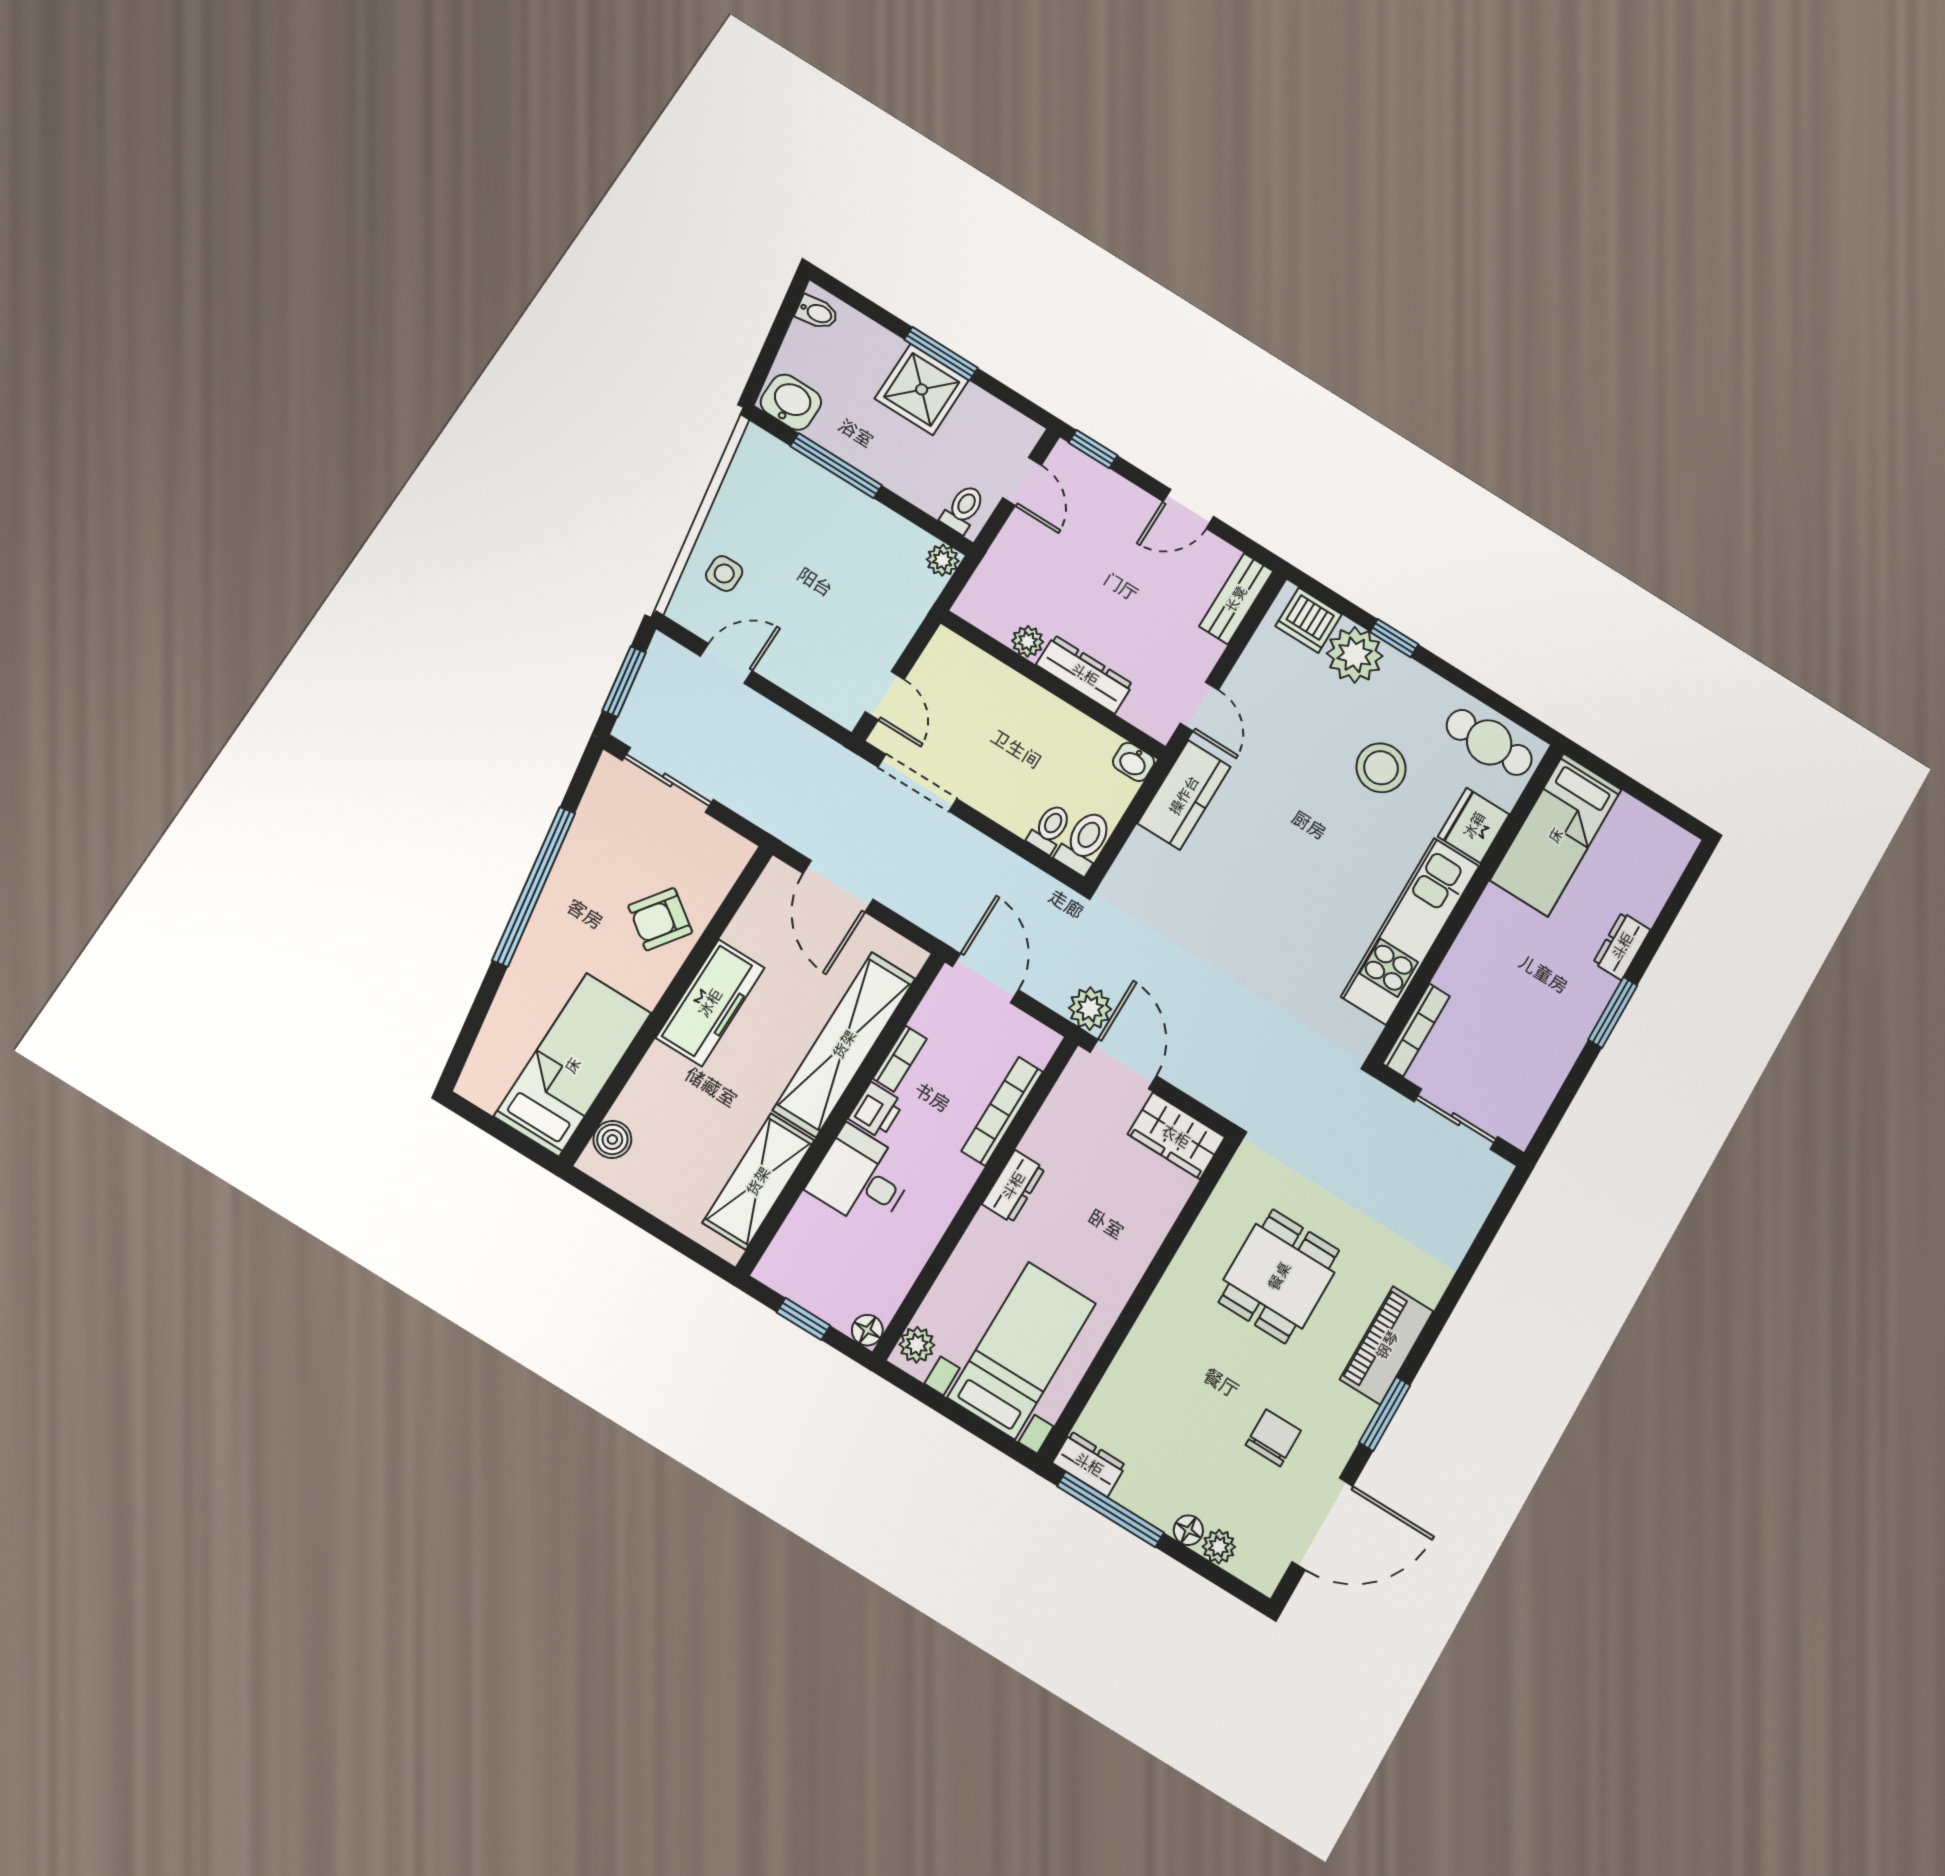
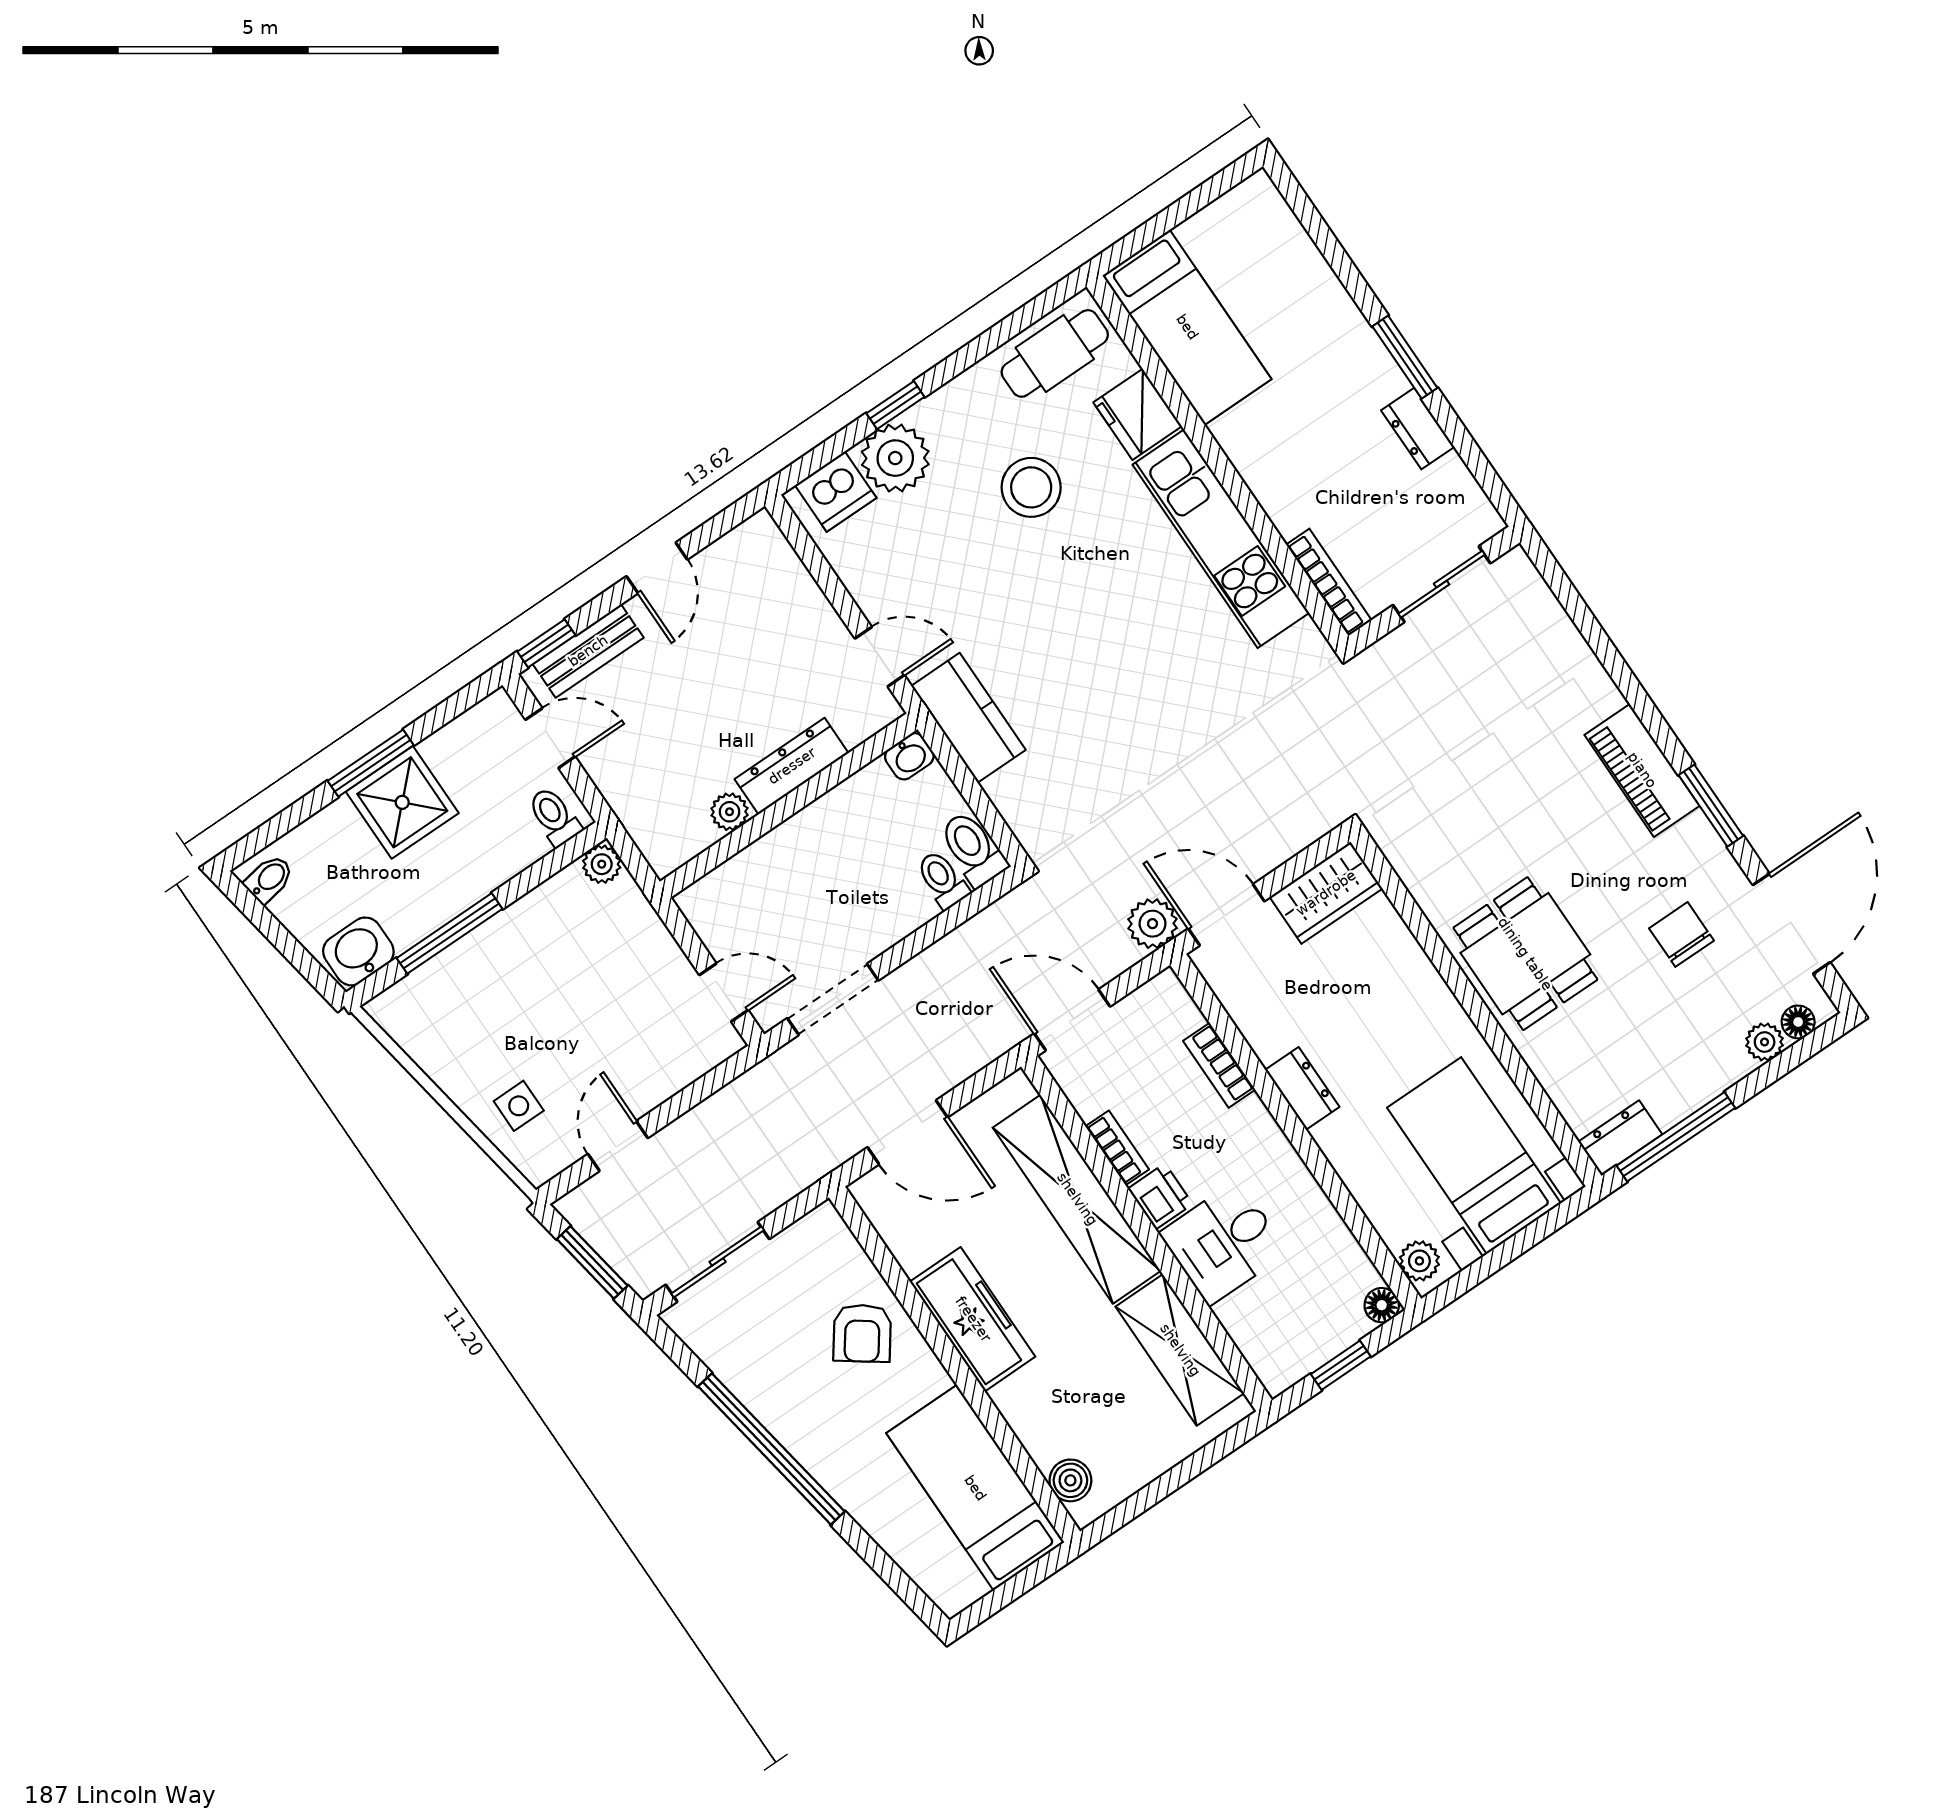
bench: (1236, 599) -> (588, 651), moved, turned 90
dresser: (1622, 946) -> (1418, 429), moved
bookcase: (1002, 1111) -> (1219, 1065), width x0.64
dining table: (1279, 1276) -> (1525, 954), moved
floor lamp: (1188, 1530) -> (1798, 1022), moved

